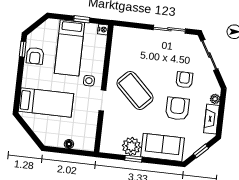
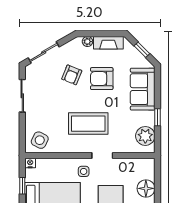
side table: (124, 41) -> (40, 140), added
armchair: (184, 80) -> (72, 75), turned -68
coffee table: (135, 90) -> (88, 124), turned 46
floor lamp: (69, 144) -> (146, 188), width x1.89, depth x1.89
plant: (131, 146) -> (145, 136), moved

